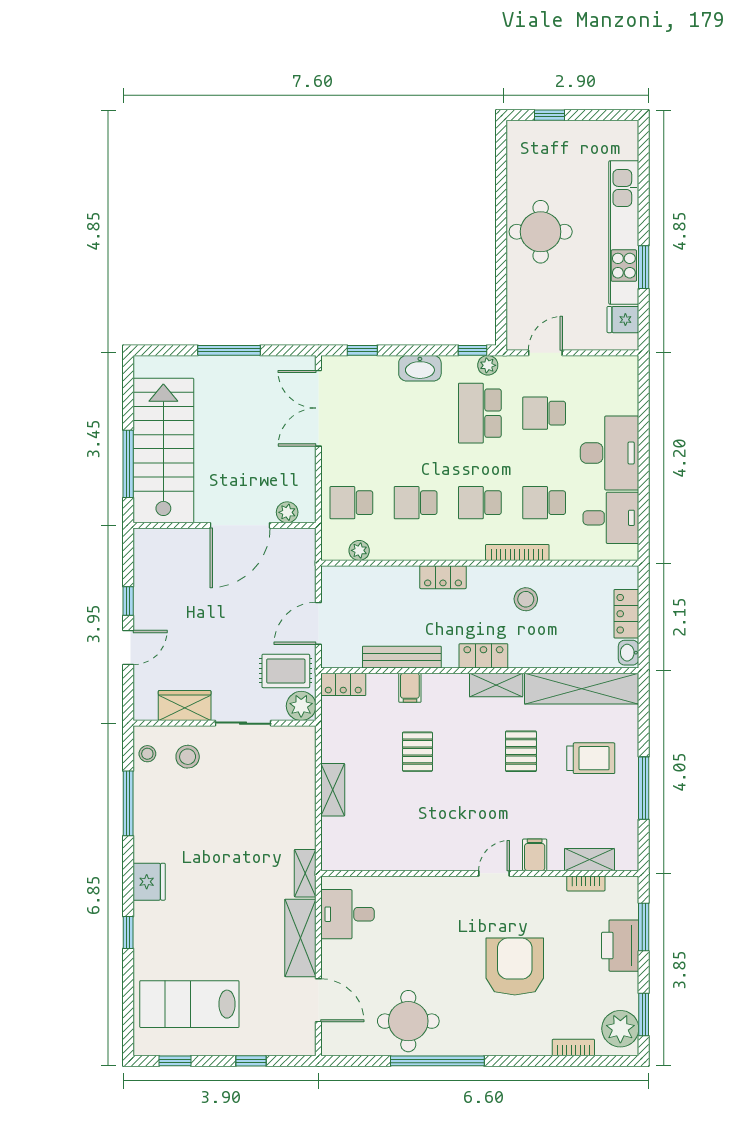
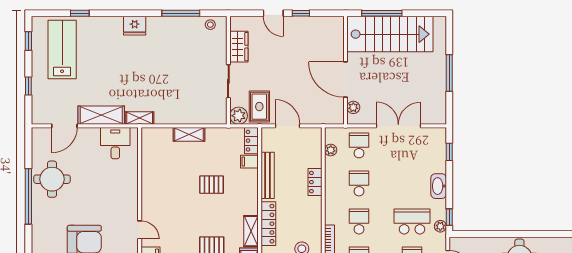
double door: (318, 408) -> (398, 126), moved
locker: (443, 577) -> (315, 182), moved
locker: (483, 656) -> (268, 224), width x1.53
filing cabinet: (410, 688) -> (249, 162), moved
stool: (188, 757) -> (209, 48), removed
window: (128, 933) -> (80, 13), moved

